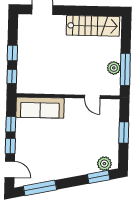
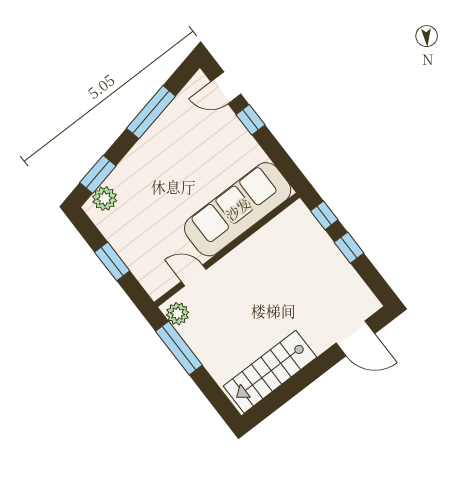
plant: (114, 68) -> (178, 314), moved
sofa: (40, 108) -> (238, 209), width x1.36, depth x1.27
window: (11, 124) -> (274, 150), removed
window: (40, 188) -> (151, 112), moved

